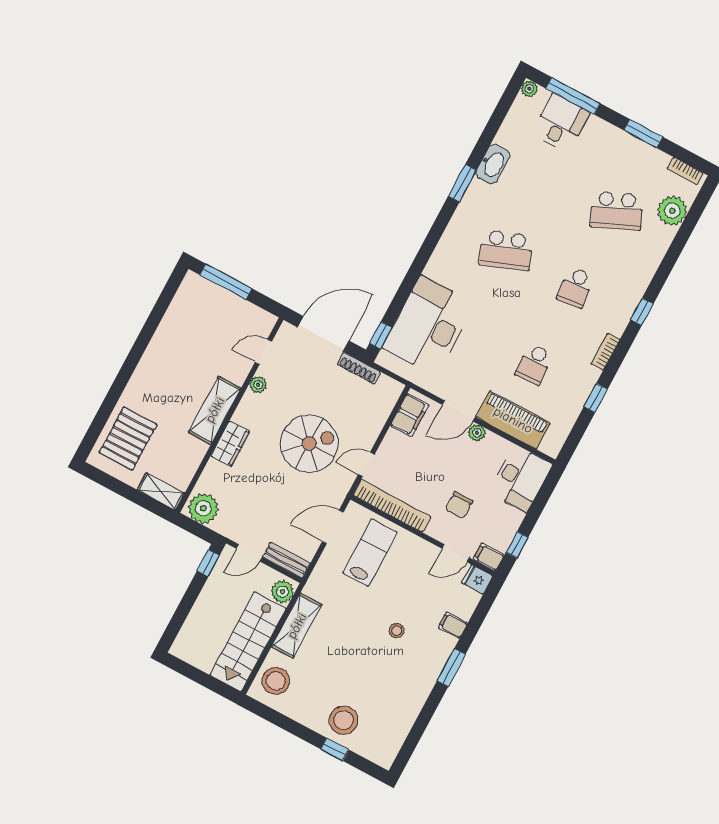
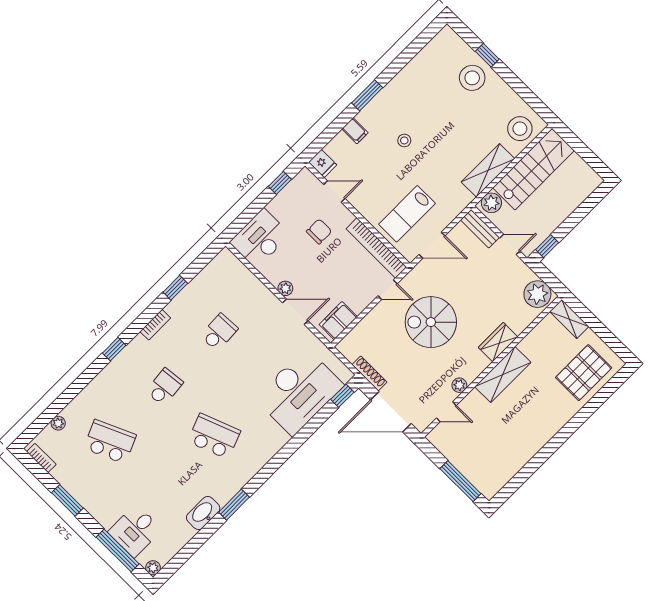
plant: (672, 211) -> (58, 423), width x0.53, depth x0.53
piano: (513, 420) -> (251, 290), removed
filing cabinet: (489, 557) -> (307, 180), removed

